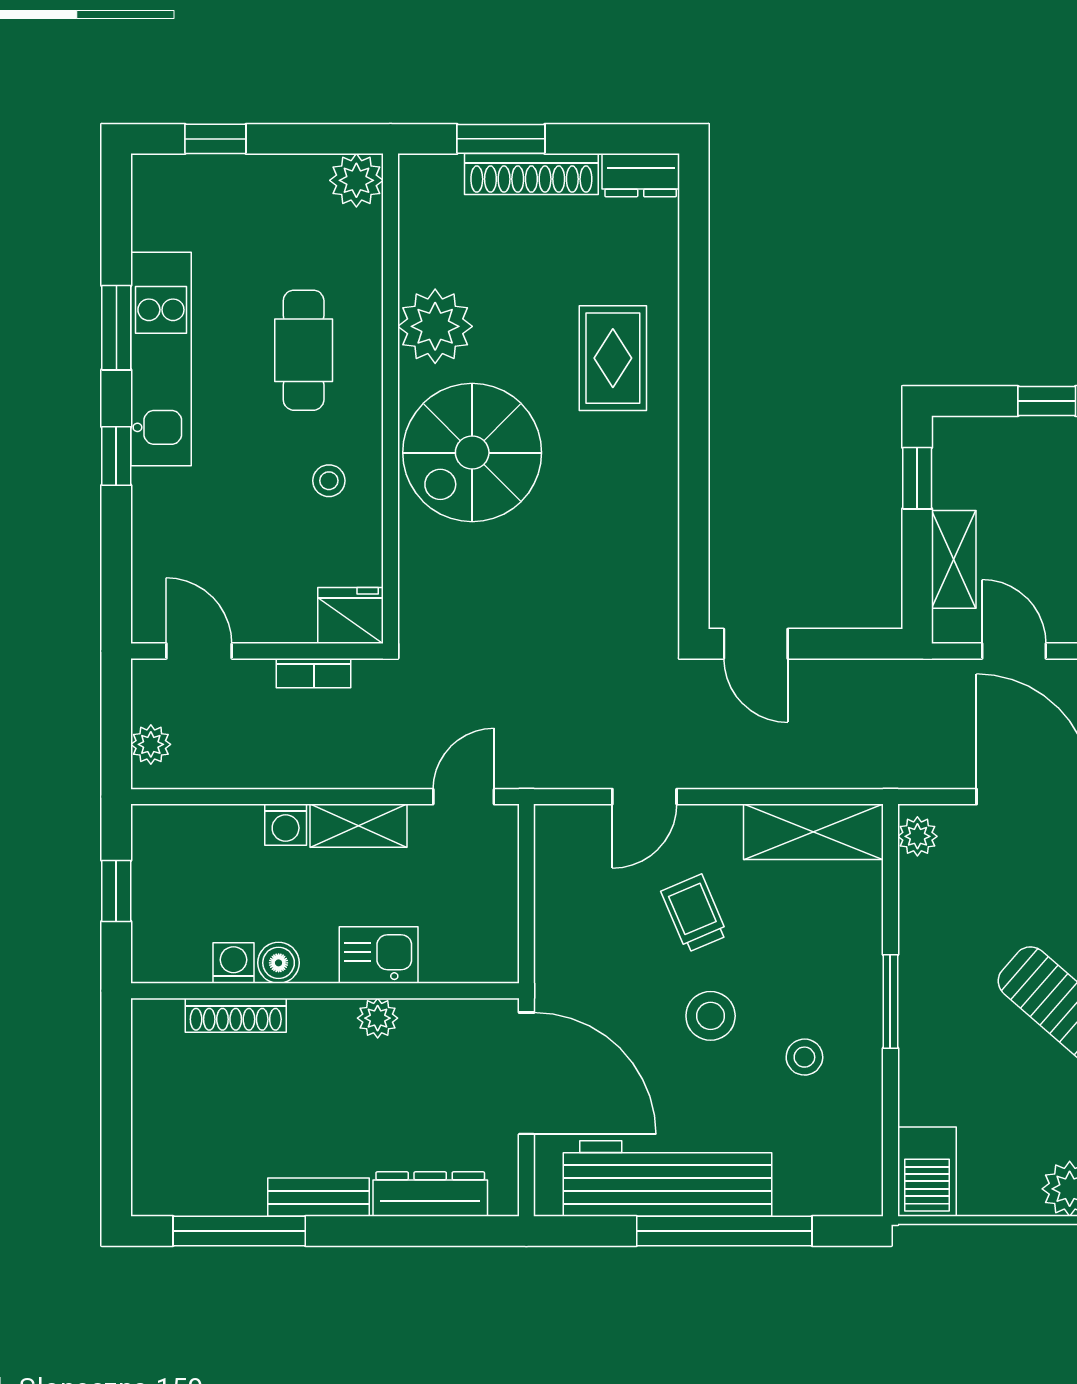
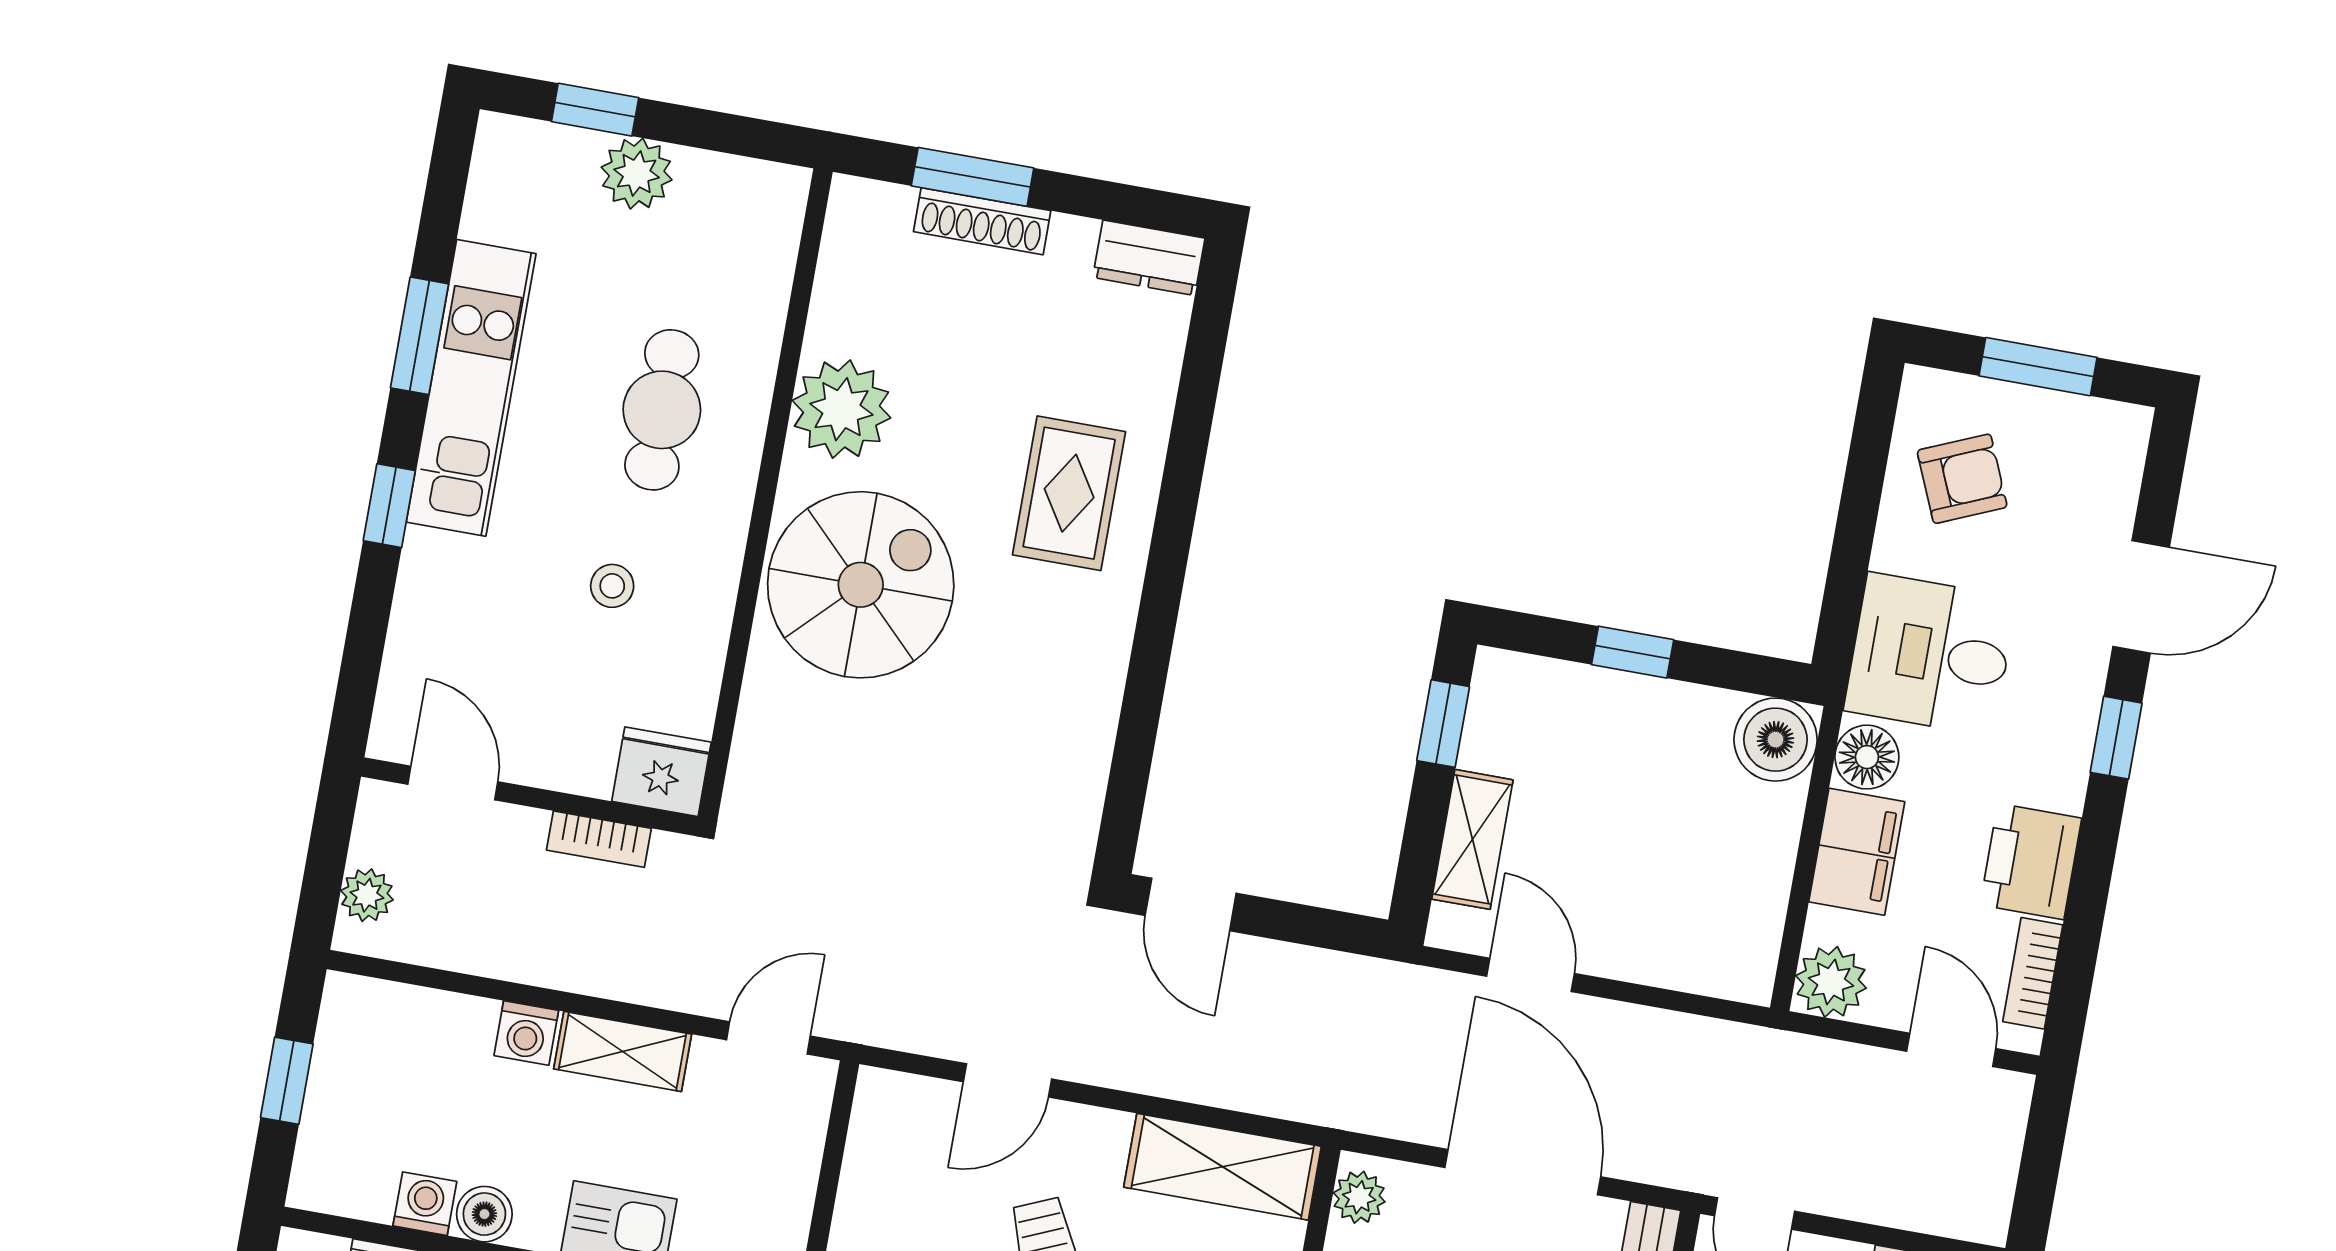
shoe rack: (531, 174) -> (982, 221), width x0.74, depth x0.81
plant: (356, 180) -> (637, 174), moved
spiral stairs: (472, 453) -> (861, 585), turned 180
stool: (329, 481) -> (612, 586), moved

